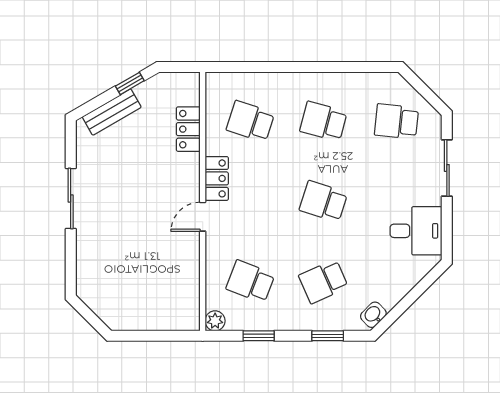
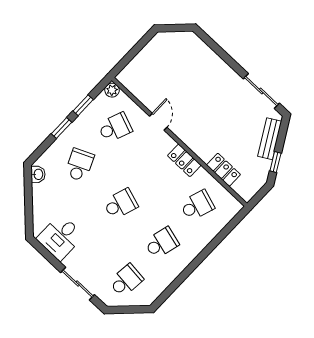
sliding door: (71, 199) -> (261, 91), moved
door: (203, 217) -> (158, 122), moved
window: (328, 336) -> (62, 128), moved

